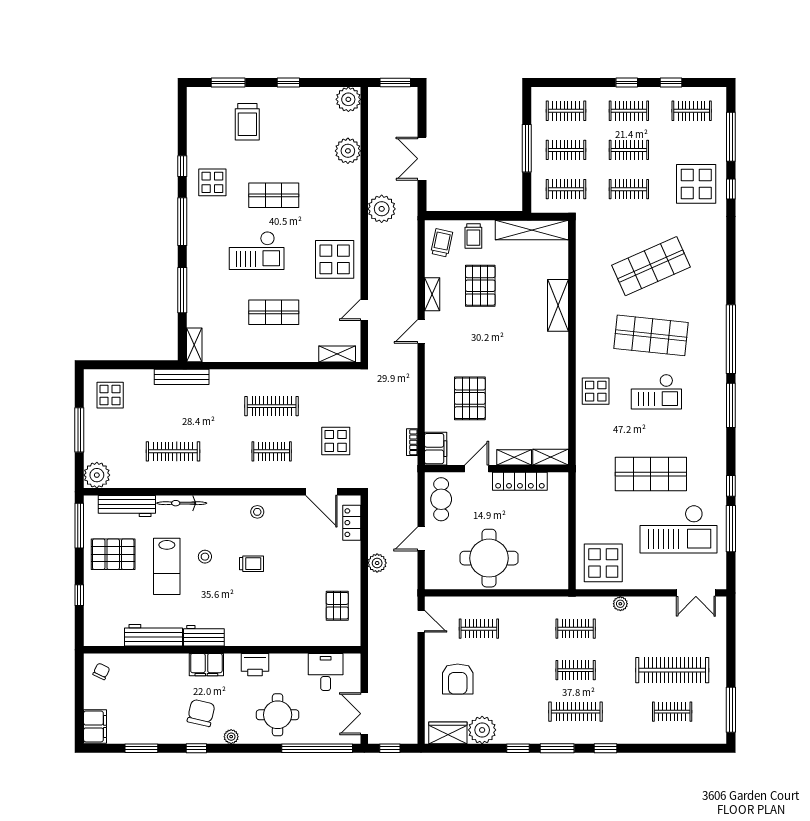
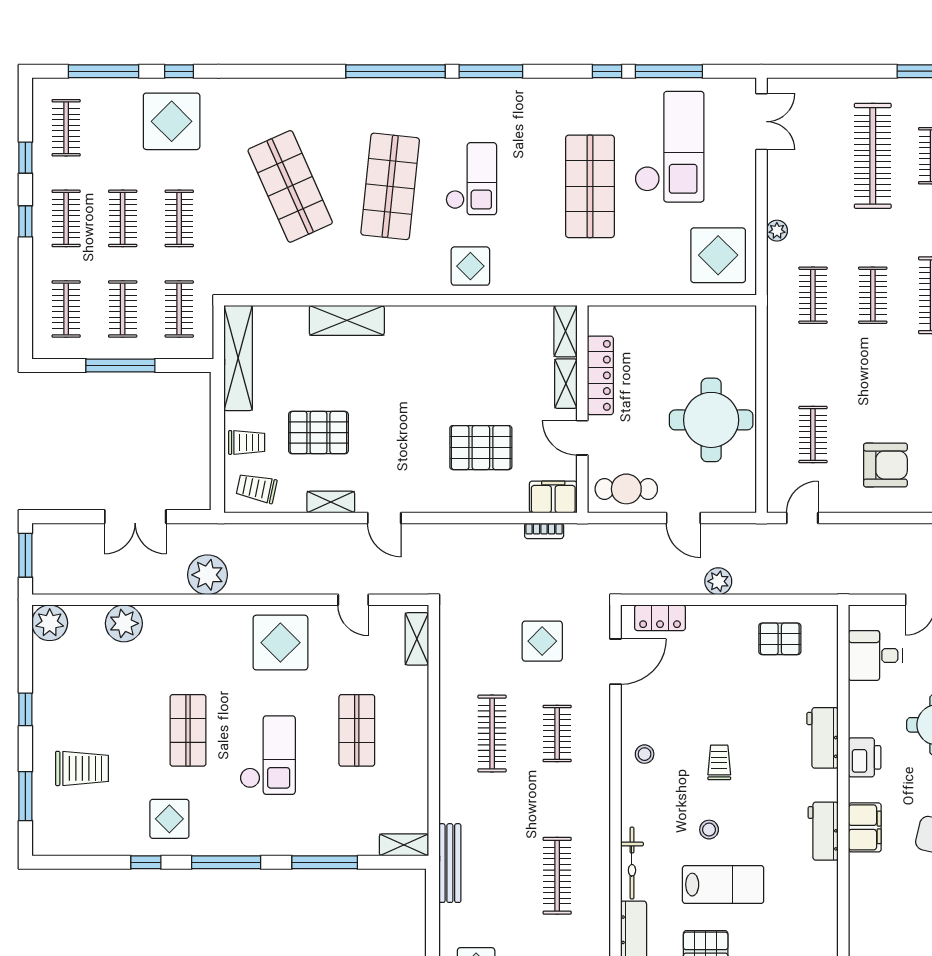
workbench: (153, 635) -> (823, 738), moved, width x0.73

